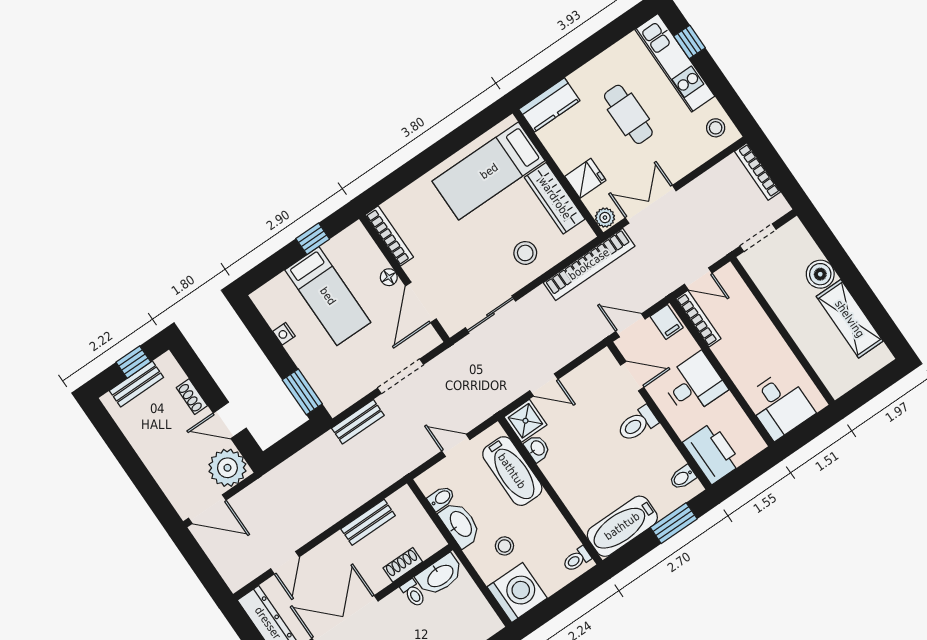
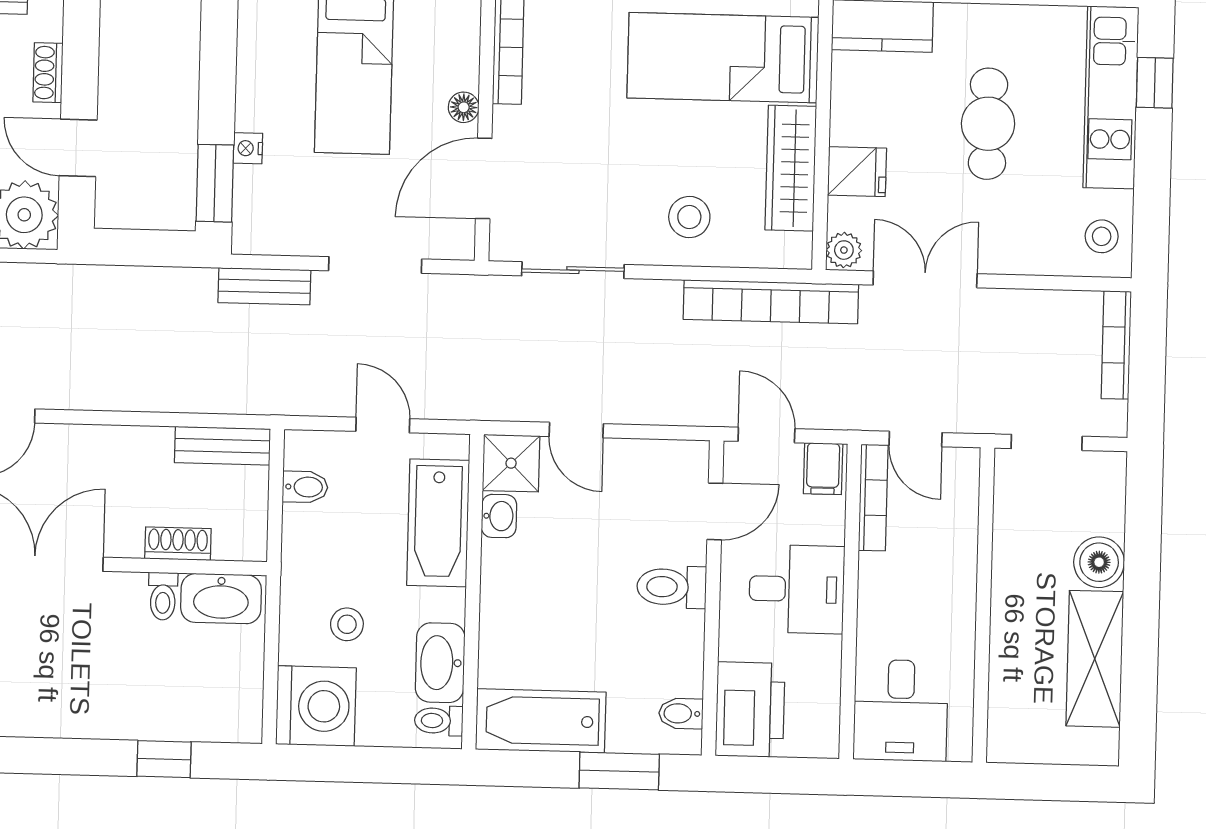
nightstand: (284, 334) -> (248, 148), moved
door: (632, 376) -> (715, 511), hinge flipped
bench: (368, 522) -> (222, 446), moved
washbasin: (460, 524) -> (440, 663), moved, turned 180

